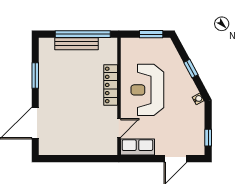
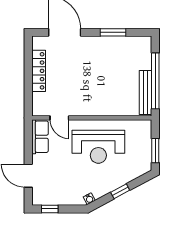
bench: (77, 44) -> (146, 93), moved
locker: (111, 85) -> (39, 71), moved, turned 90
reception desk: (147, 90) -> (98, 147), turned 180

